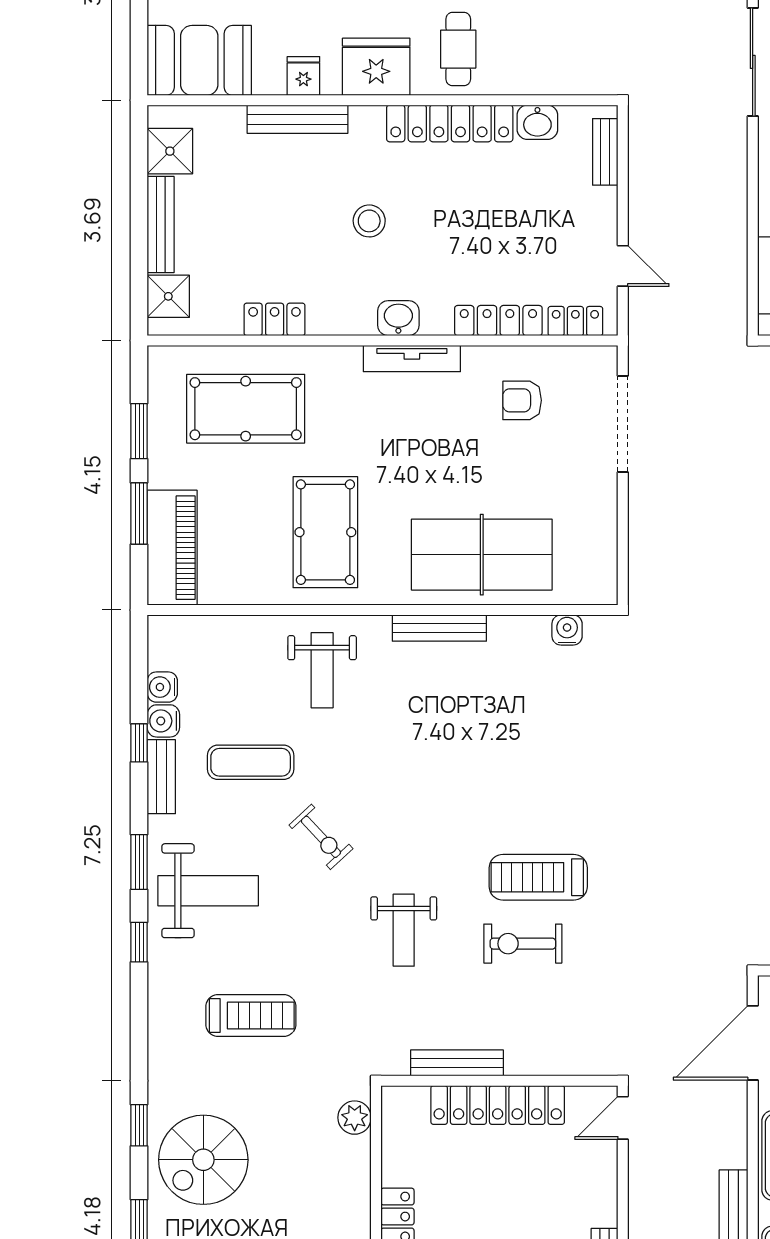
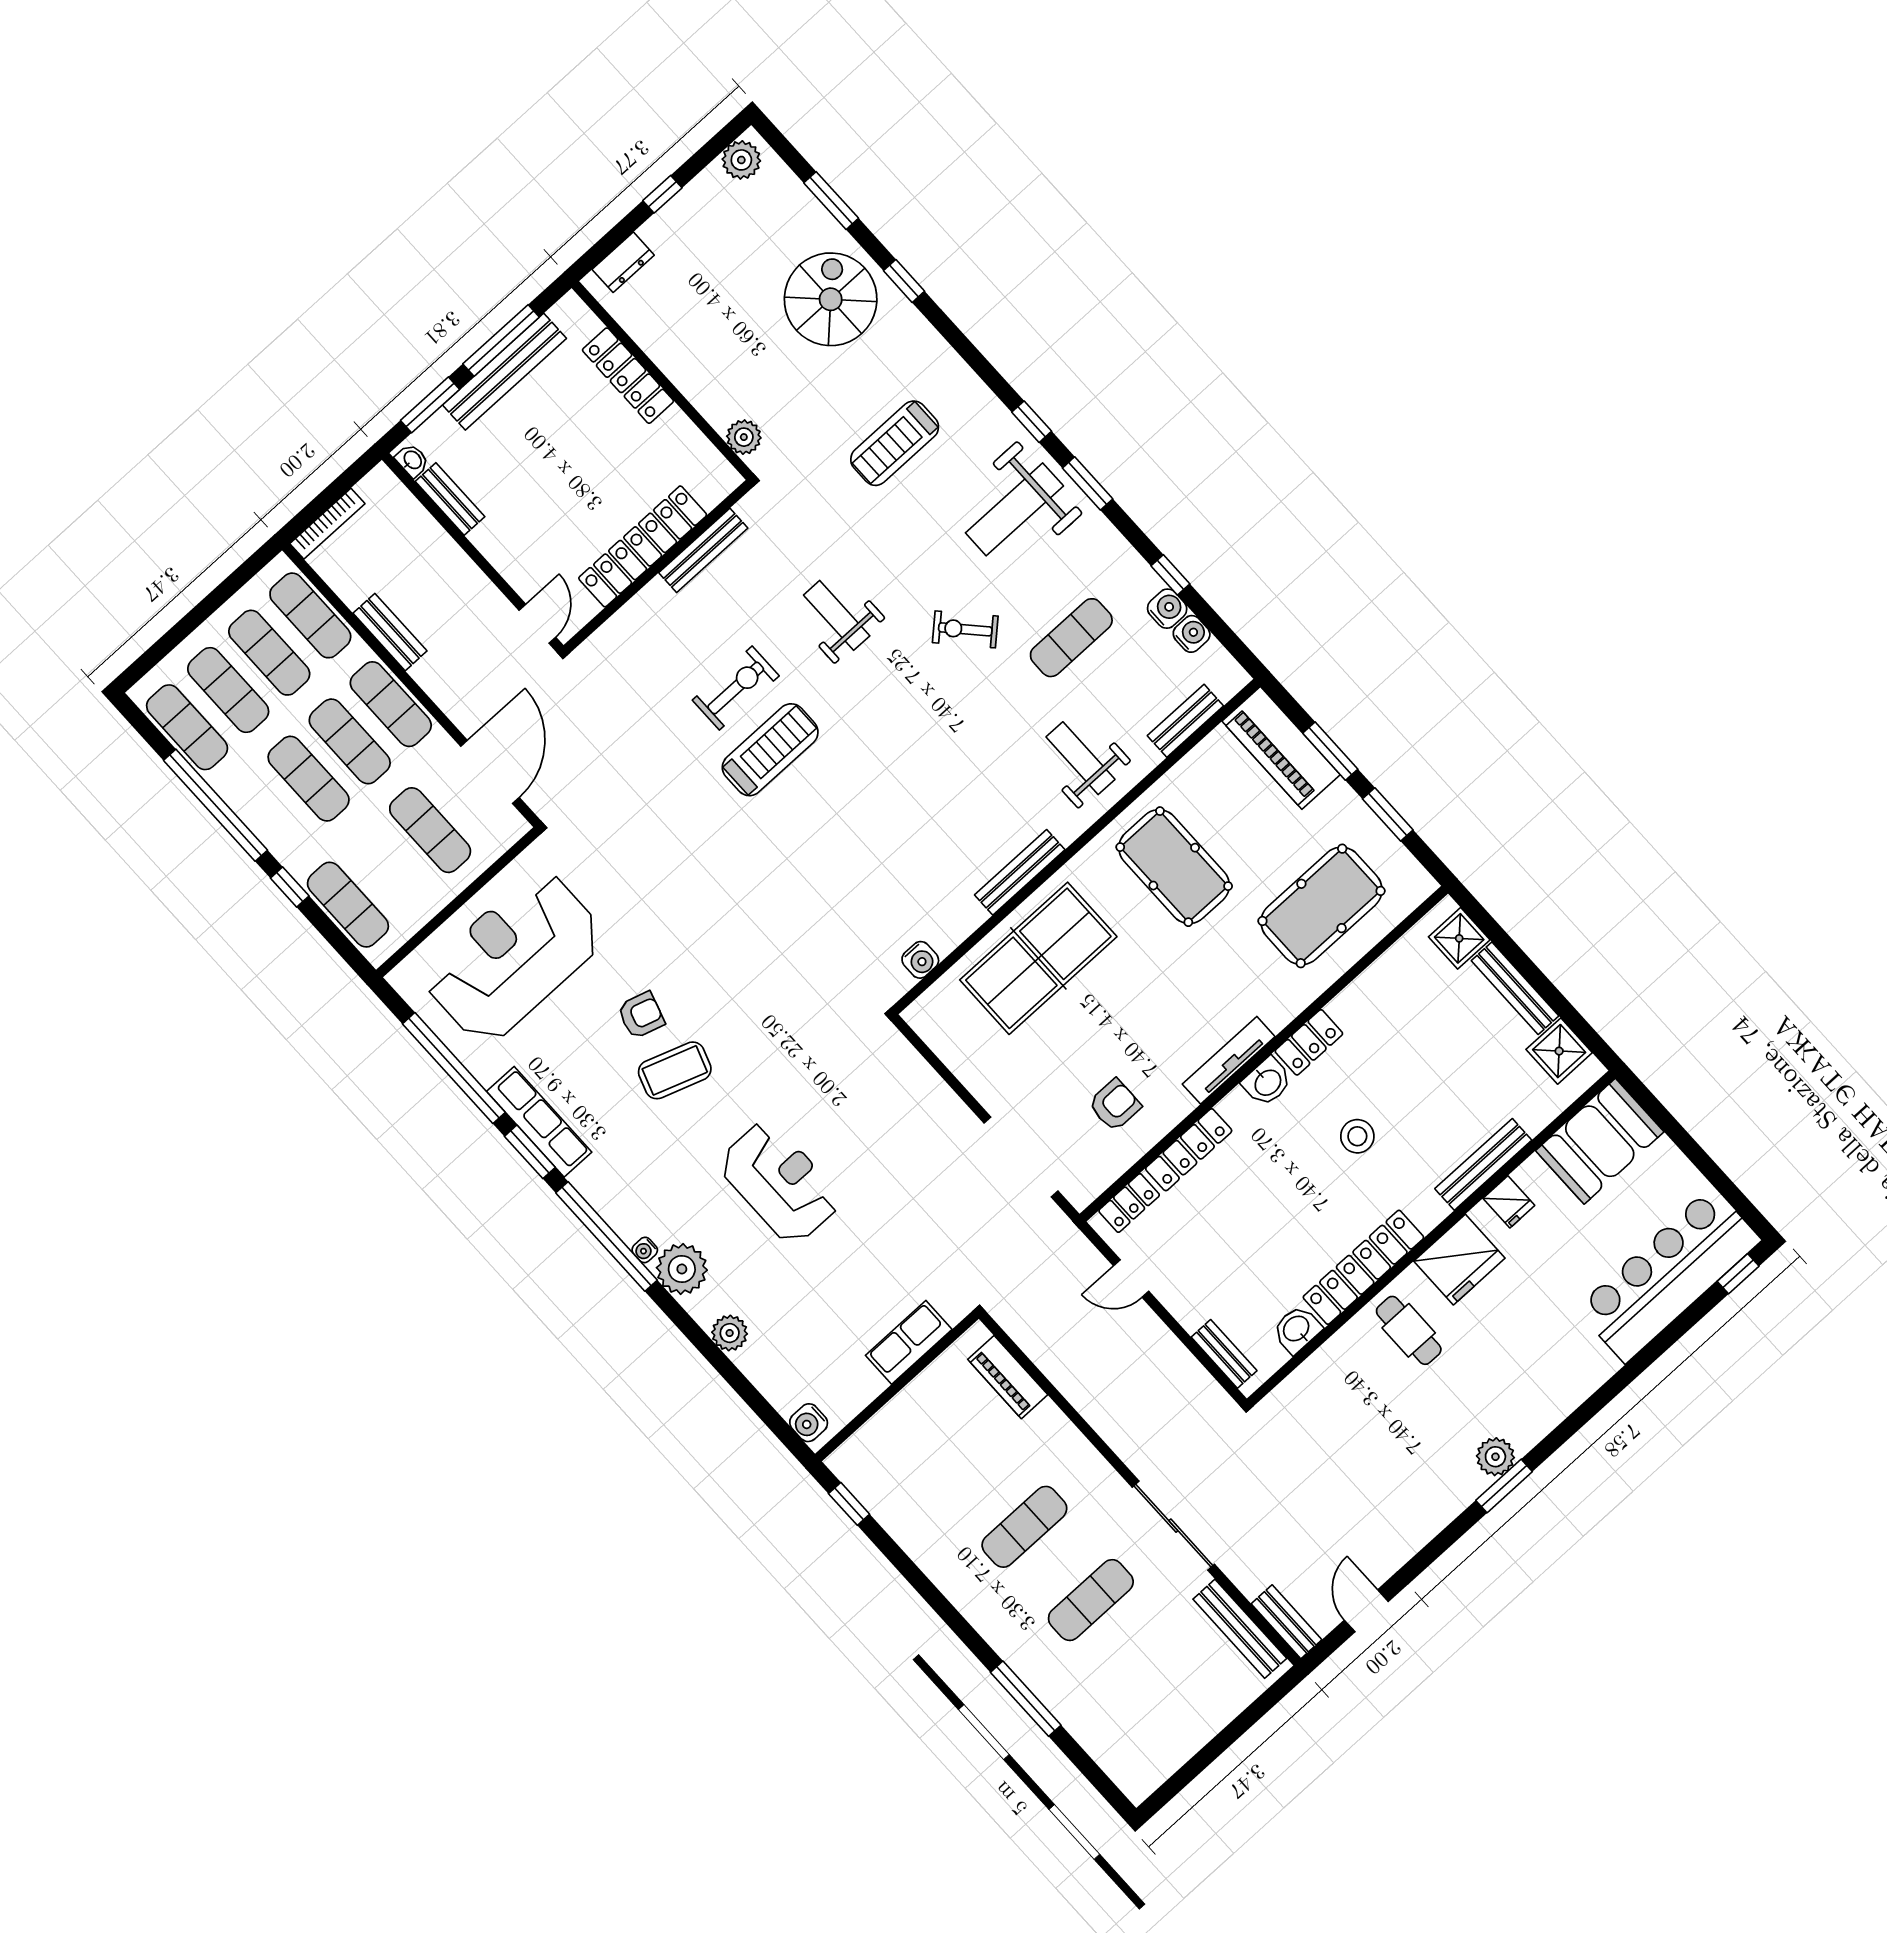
locker: (275, 319) -> (1309, 1042), moved
bench: (161, 777) -> (1185, 721), moved, turned 90

